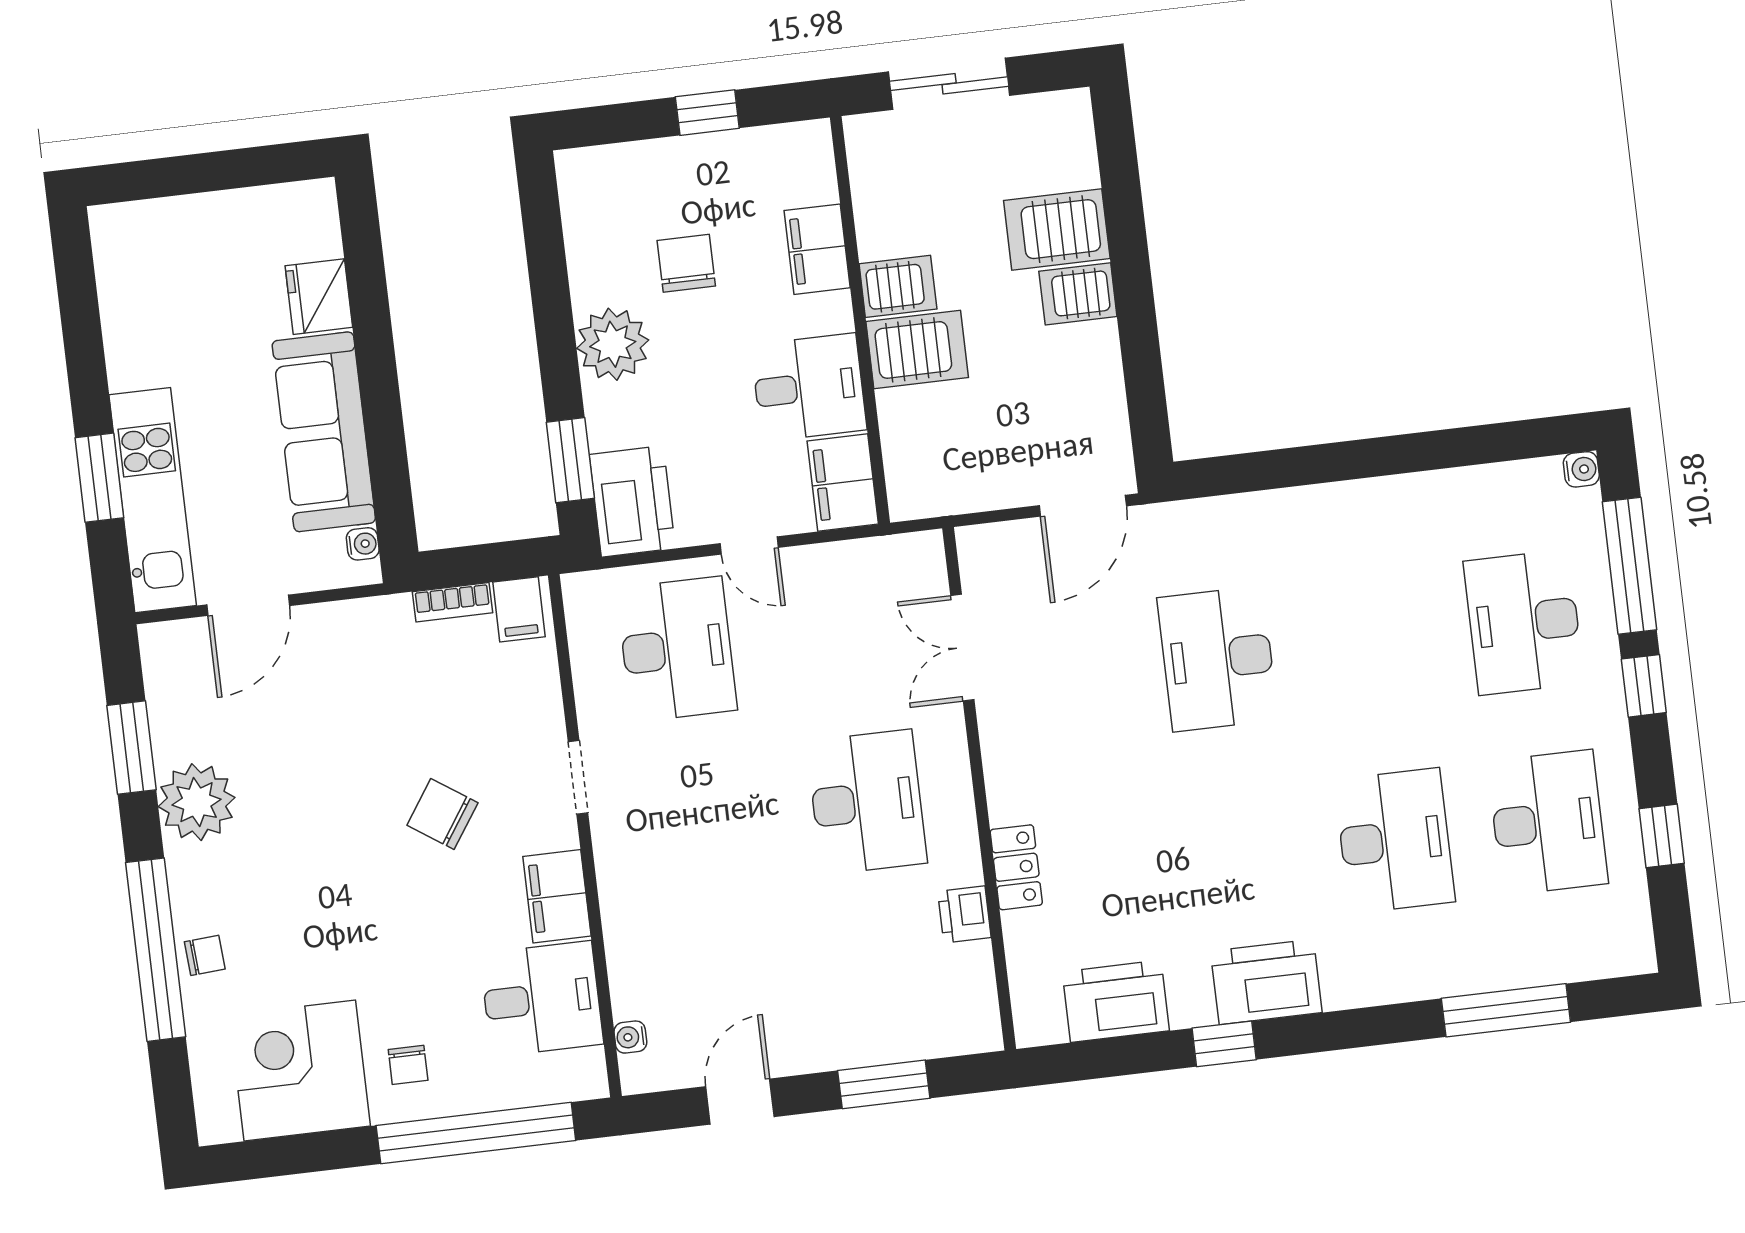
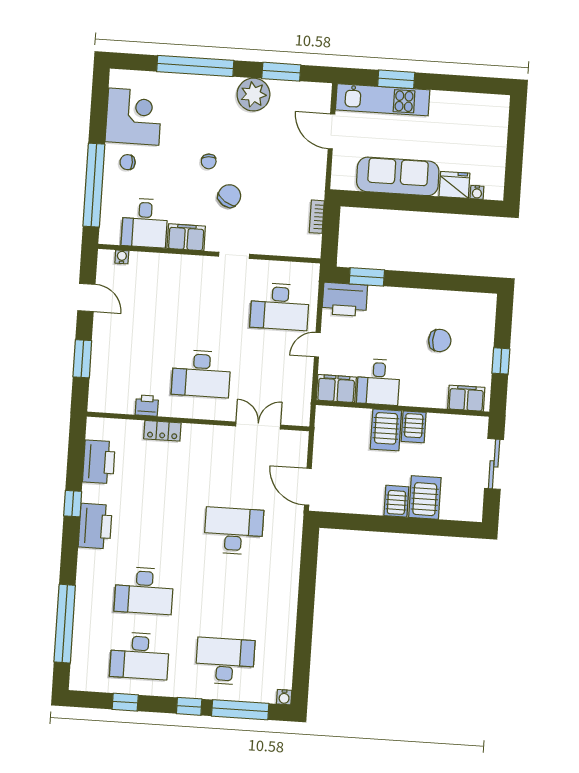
filing cabinet: (817, 249) -> (466, 398), moved
plant: (613, 344) -> (412, 304), removed
water cooler: (363, 544) -> (477, 192), moved
filing cabinet: (519, 609) -> (309, 244), removed
chair: (205, 955) -> (209, 161), moved
window: (1506, 1010) -> (65, 624), width x1.46

